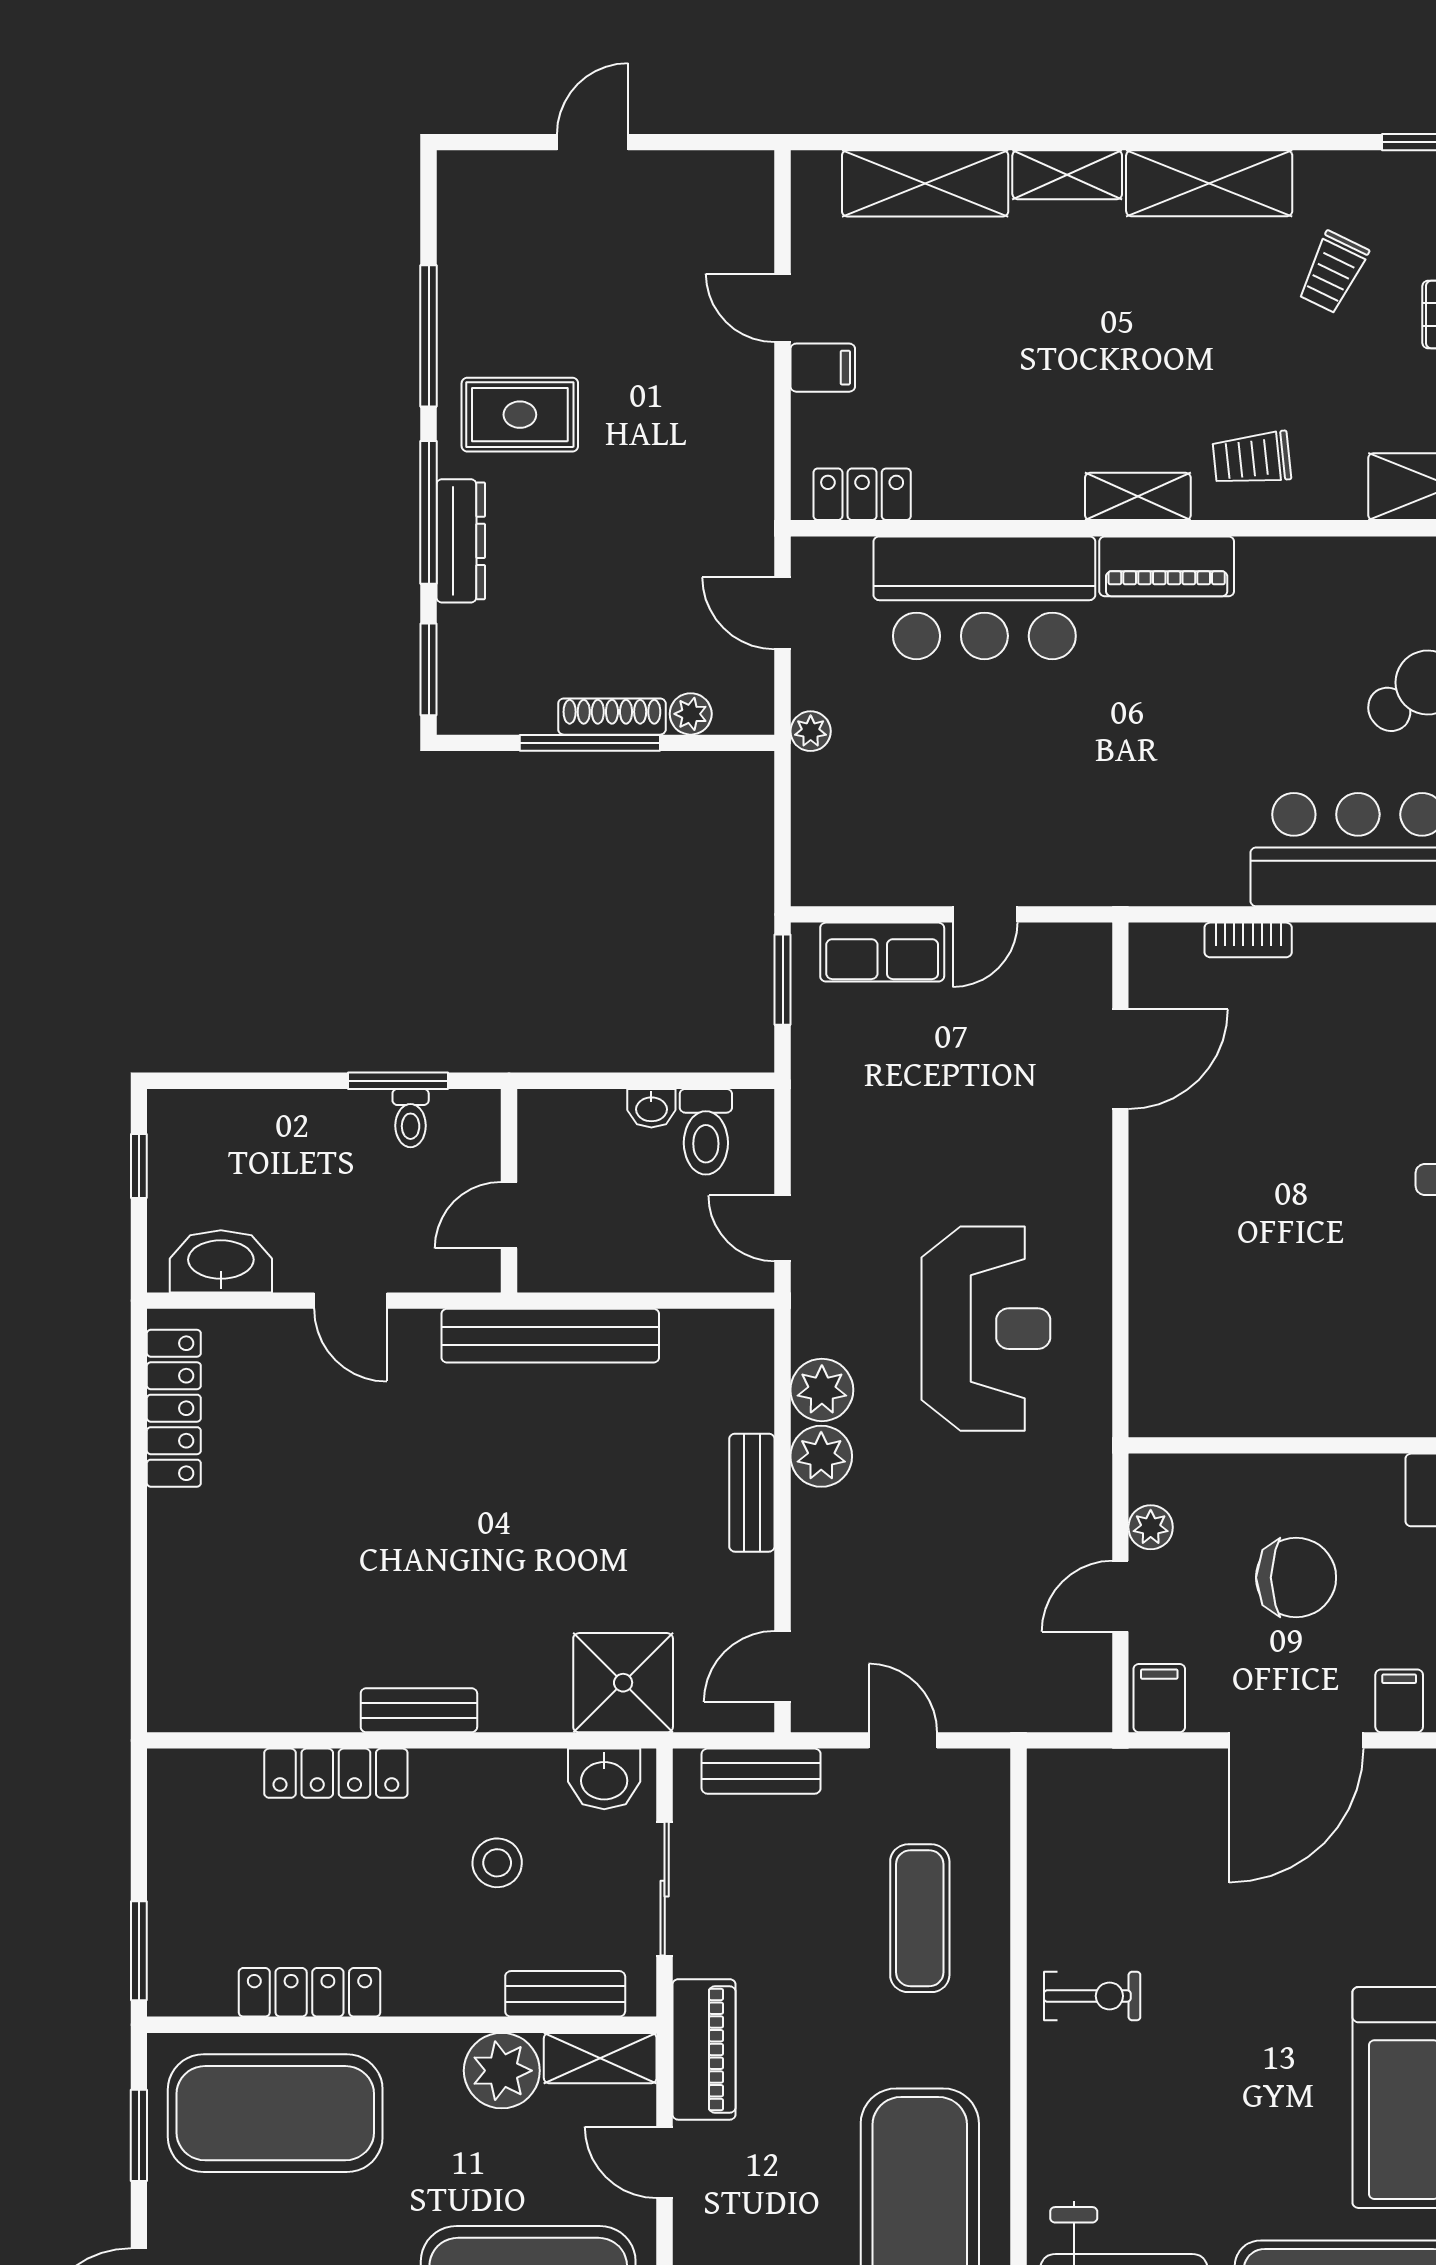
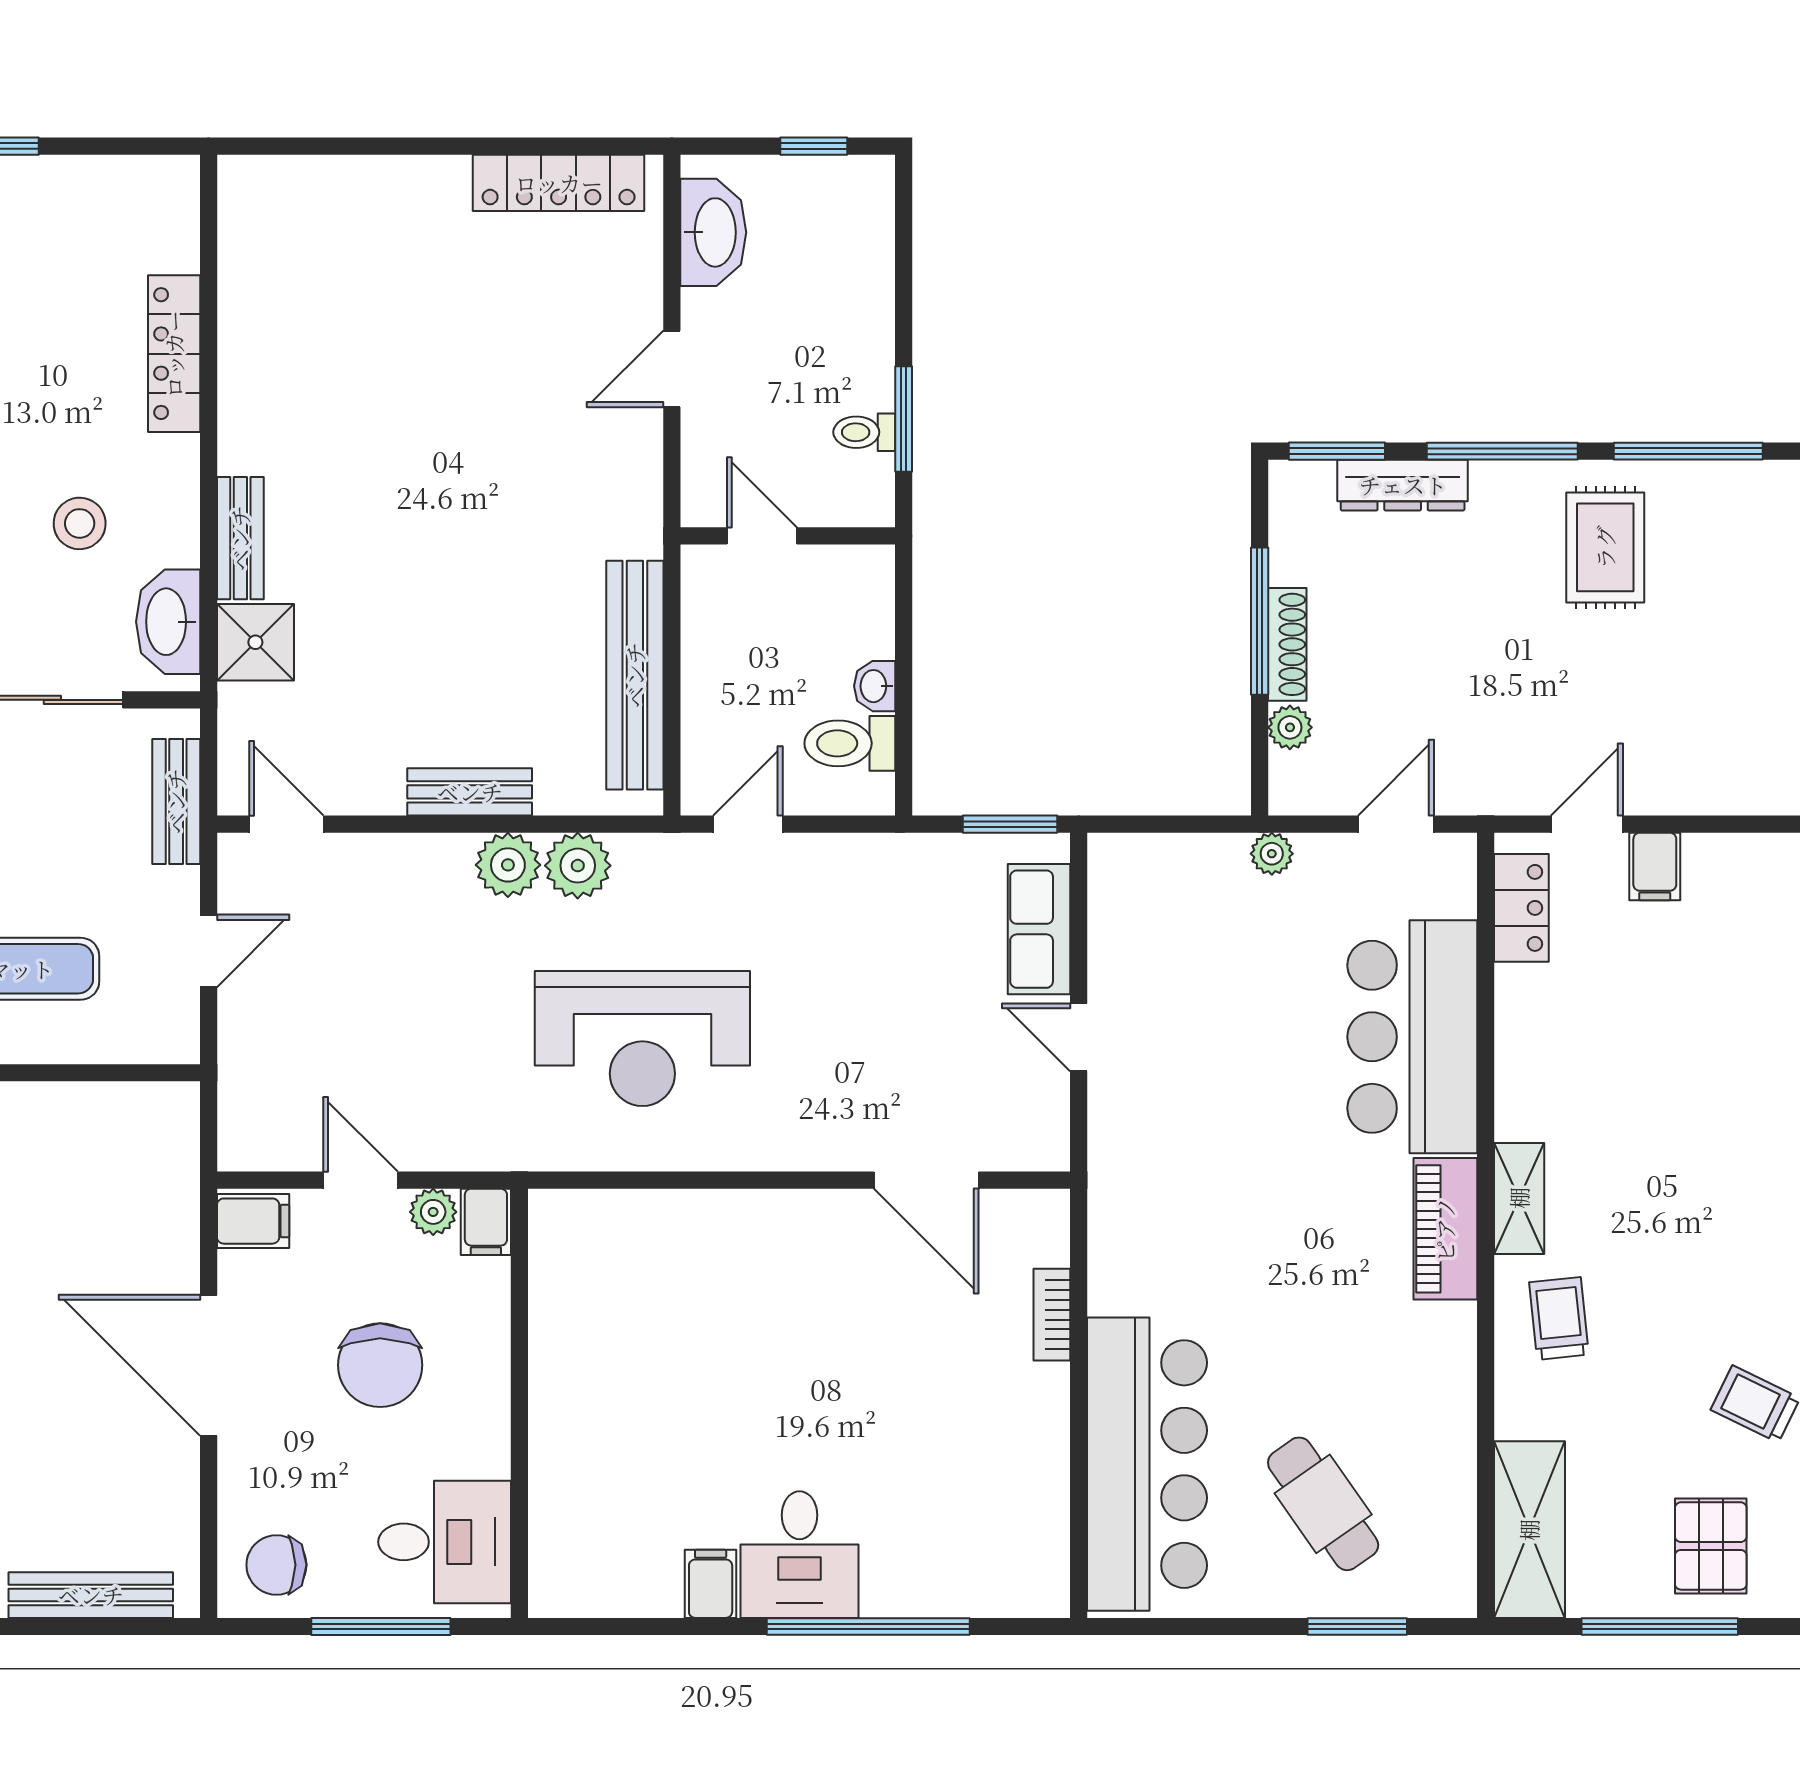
door: (783, 308) -> (1587, 824), moved
dresser: (461, 541) -> (1403, 485), moved
bench: (550, 1336) -> (635, 675), moved
shower: (623, 1683) -> (255, 642), width x0.73, depth x0.73
filing cabinet: (1399, 1701) -> (486, 1222), moved, turned 90
bench: (419, 1710) -> (240, 538), moved
washbasin: (604, 1779) -> (168, 622), width x1.38

